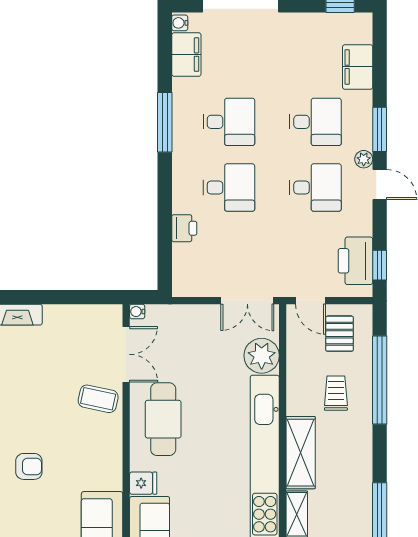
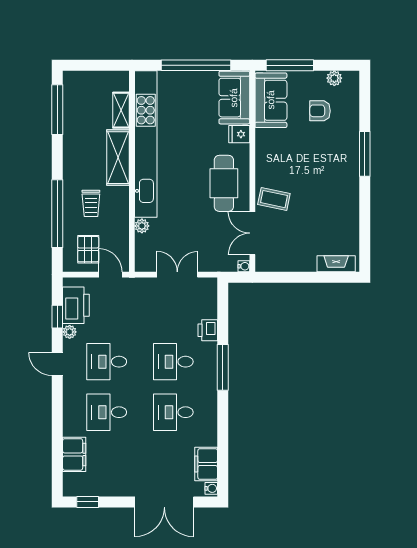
window: (165, 122) -> (223, 367), moved
window: (380, 129) -> (57, 406), removed
plant: (364, 159) -> (70, 332), moved
window: (380, 265) -> (57, 317), moved
double door: (247, 301) -> (177, 275), moved
plant: (262, 356) -> (142, 226), width x0.53, depth x0.53
armchair: (29, 466) -> (320, 111), moved

